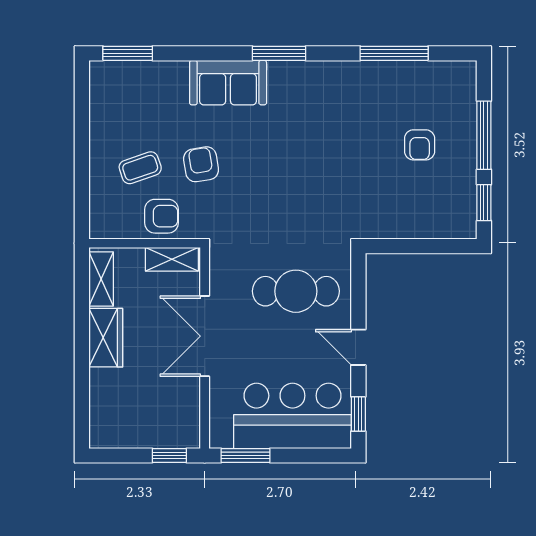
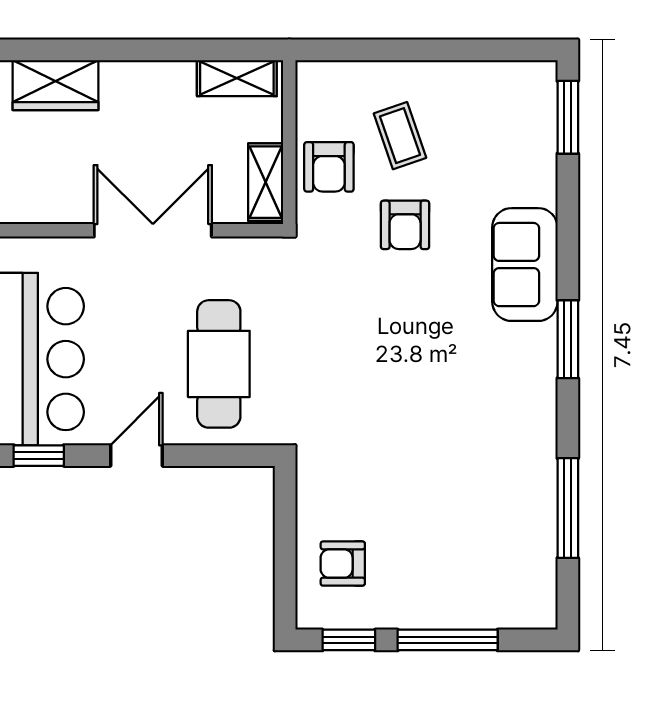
armchair: (420, 145) -> (343, 564), moved
armchair: (201, 164) -> (405, 225), turned 99
wardrobe: (106, 338) -> (55, 85), moved

